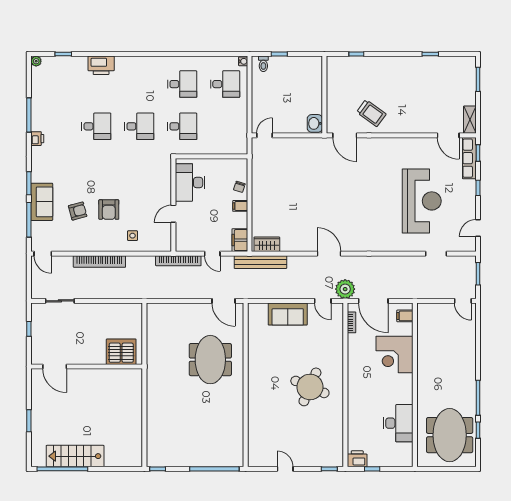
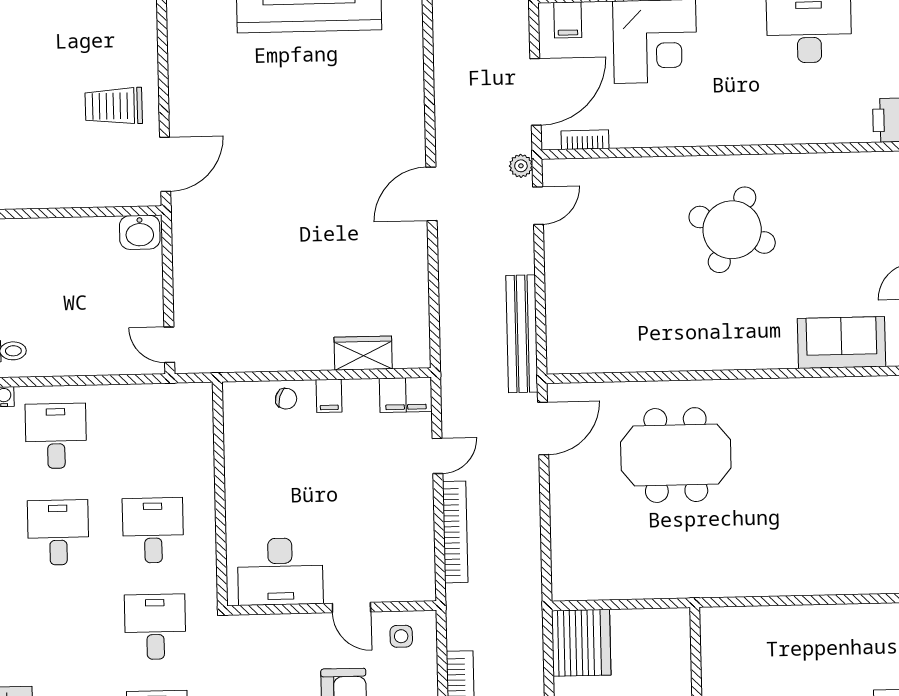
trolley: (371, 113) -> (114, 106), turned -126
desk: (190, 182) -> (280, 571), moved
wall: (173, 205) -> (332, 608), moved
door: (173, 214) -> (351, 608), moved
wardrobe: (267, 244) -> (363, 353), moved, turned 90
bench: (260, 262) -> (522, 334), moved
plant: (345, 289) -> (521, 166), width x0.53, depth x0.53
sofa: (288, 314) -> (842, 343), moved, turned -90
server rack: (121, 352) -> (581, 643), moved, turned 180

